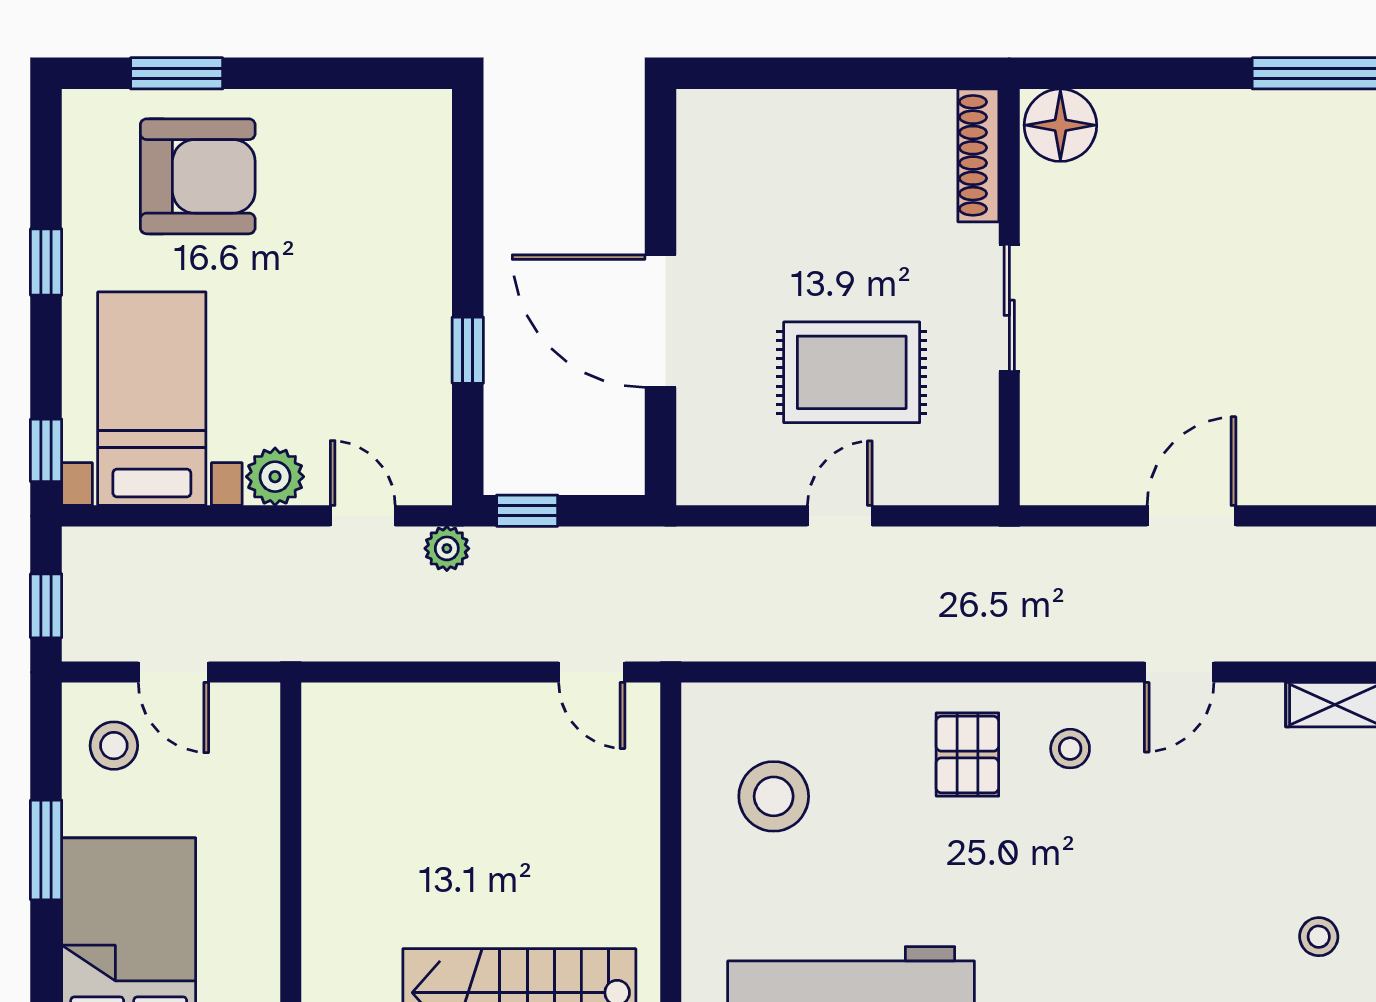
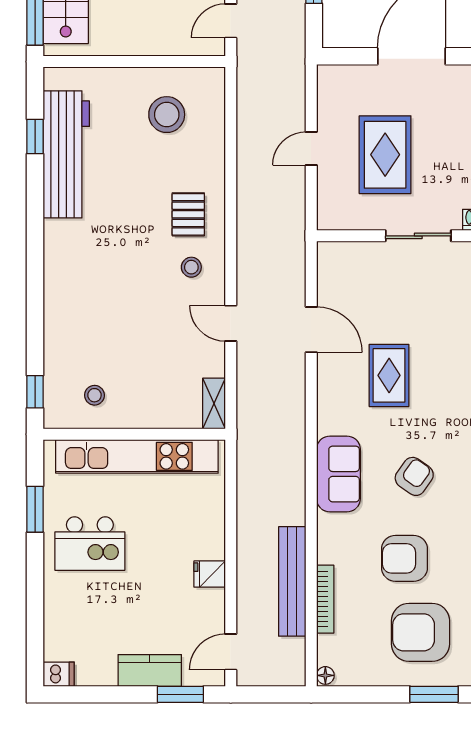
rug: (1280, 365) -> (389, 375), added
door: (840, 516) -> (311, 149), swing flipped
pallet: (967, 755) -> (188, 214), turned 90

